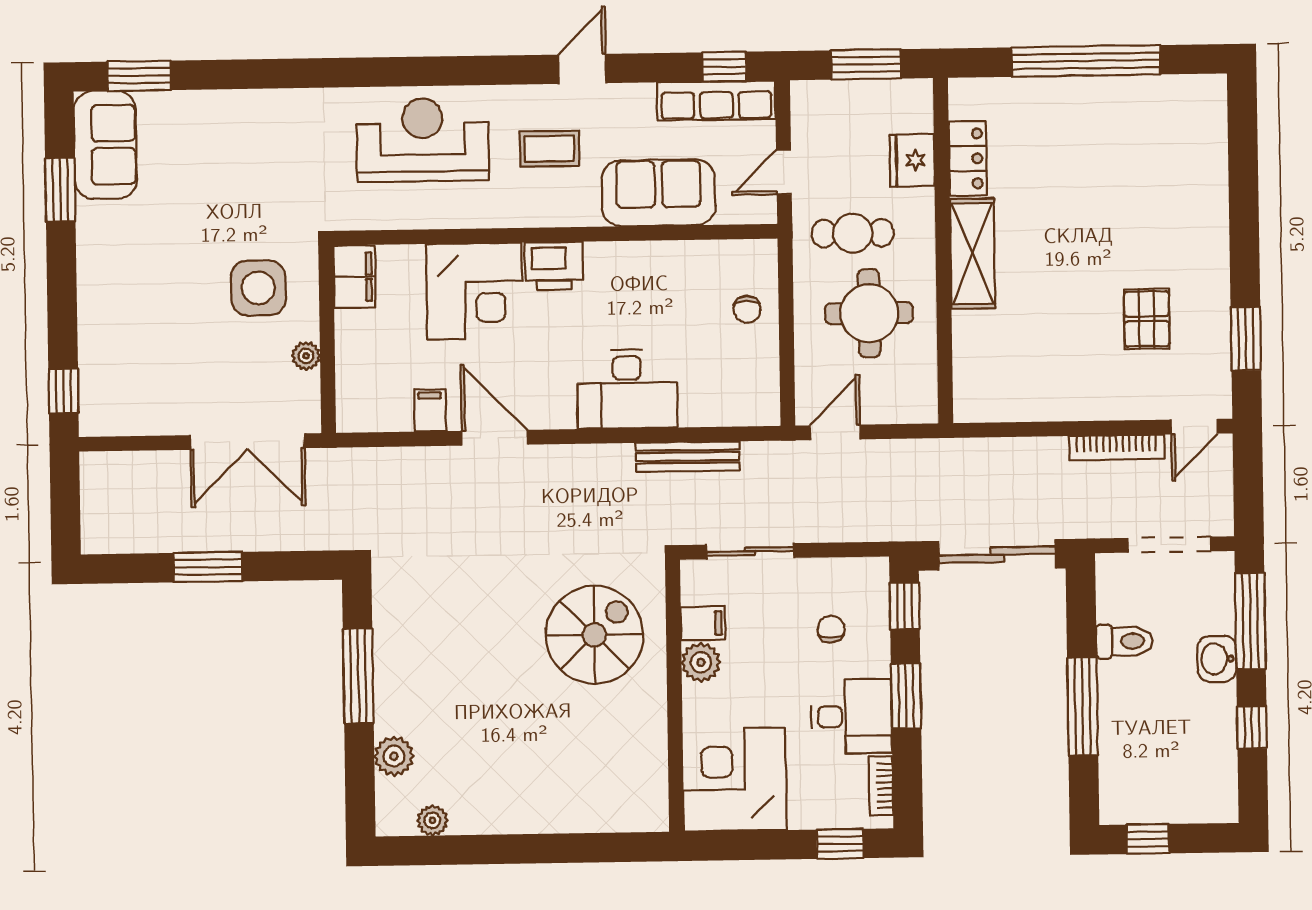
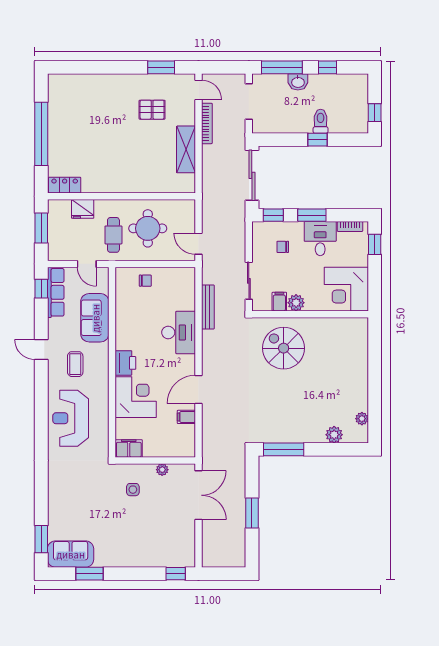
locker: (968, 159) -> (65, 185), moved
shelving: (972, 254) -> (186, 149), moved, turned 90
side table: (258, 288) -> (133, 490), width x0.54, depth x0.54
toilet: (1125, 641) -> (321, 121), moved
window: (358, 676) -> (284, 449), moved
window: (1083, 707) -> (318, 140), width x0.46

